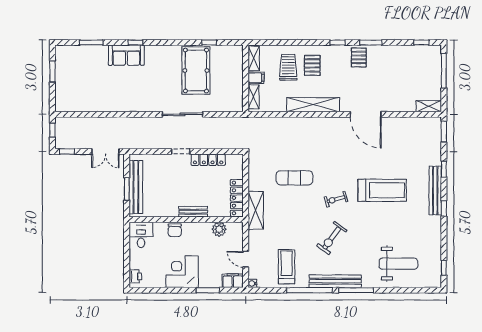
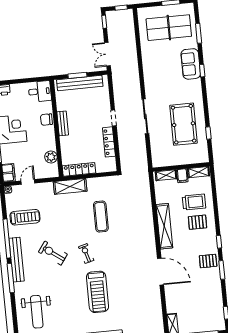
pool table: (196, 70) -> (184, 124), turned 90
table tennis table: (81, 77) -> (169, 28), added
door: (366, 114) -> (161, 272), swing flipped
bench: (193, 212) -> (63, 123), moved

